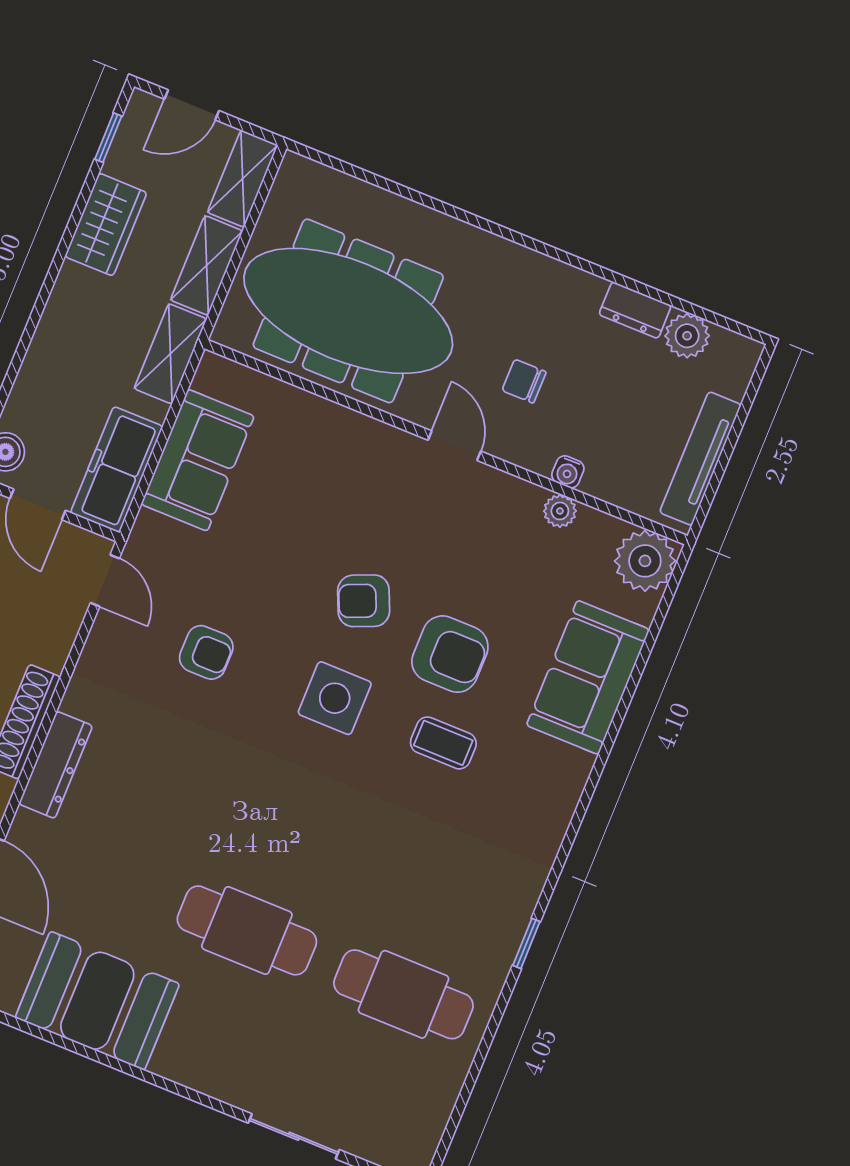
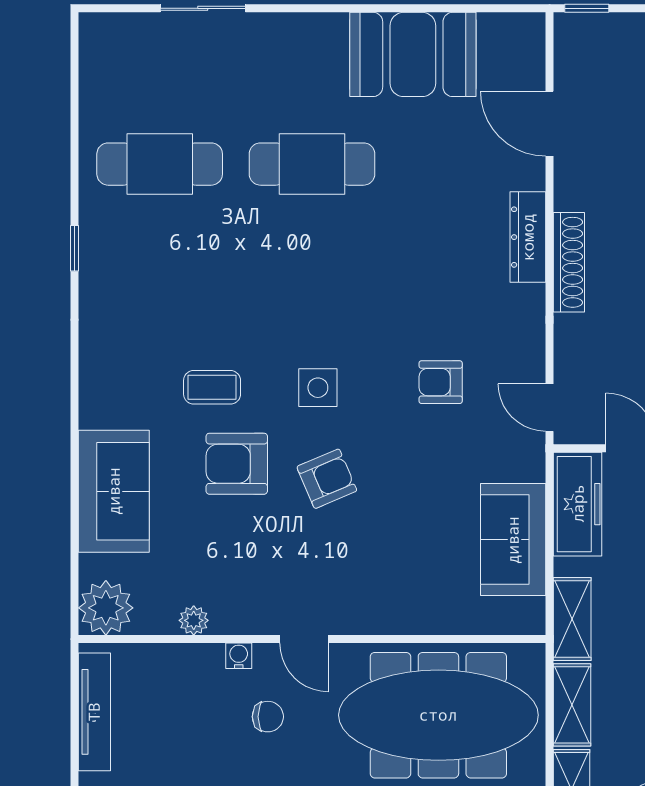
water cooler: (568, 472) -> (239, 656), moved
side table: (335, 698) -> (318, 388), width x0.73, depth x0.73

